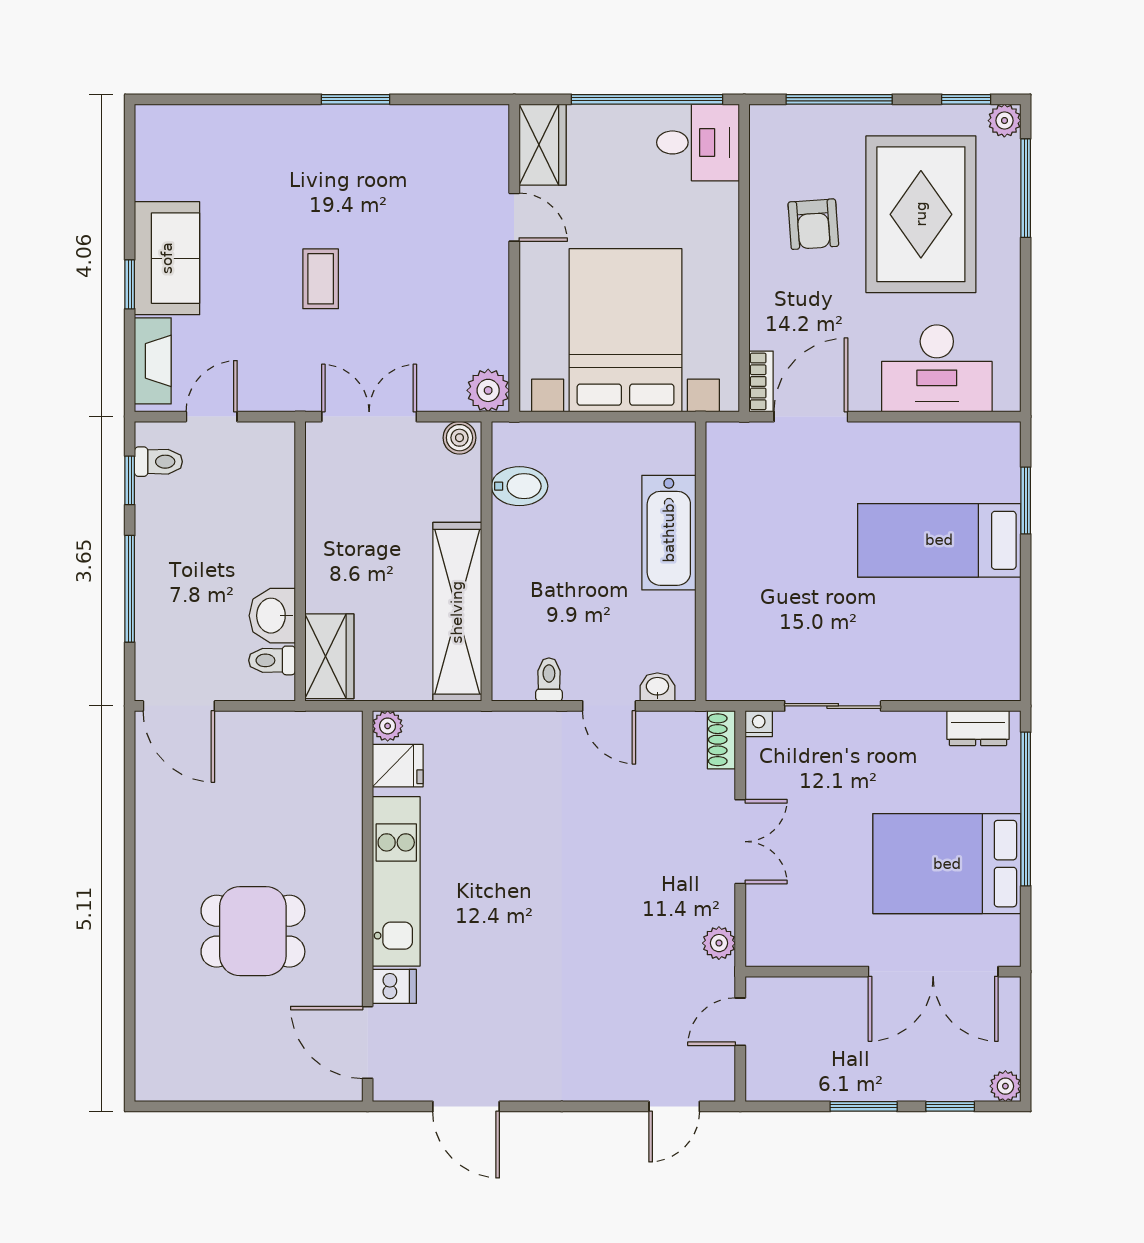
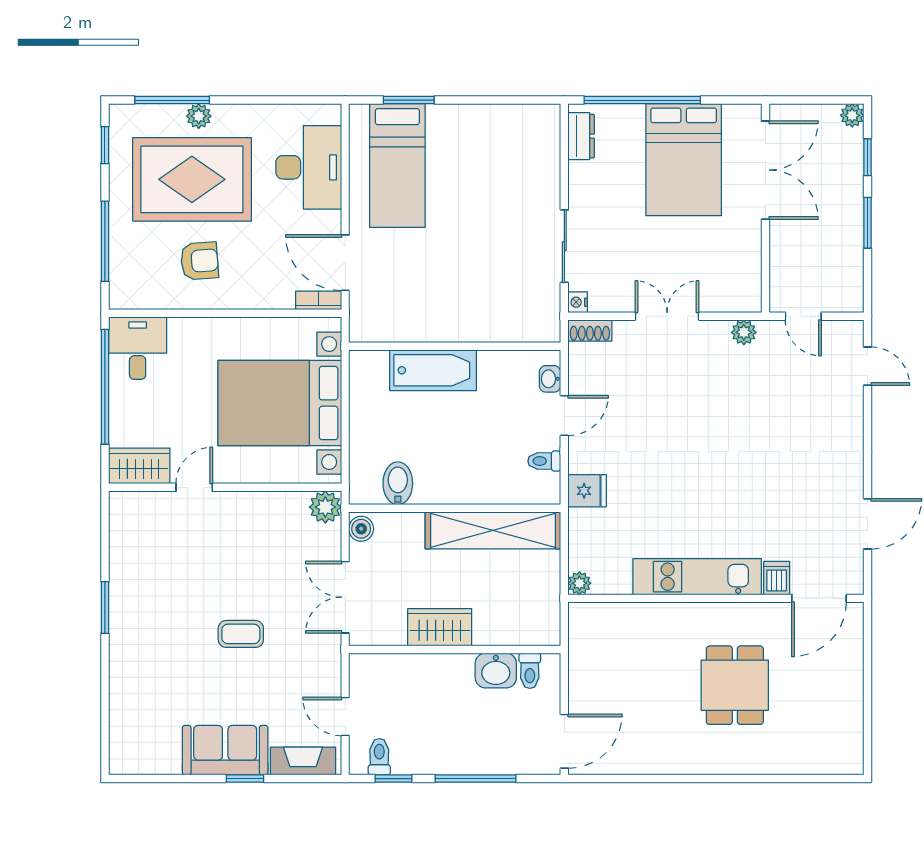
plant: (1004, 121) -> (199, 116), moved
bed: (939, 540) -> (397, 165), moved
wardrobe: (329, 656) -> (440, 627), moved
fridge: (398, 766) -> (587, 491), moved, turned 90

